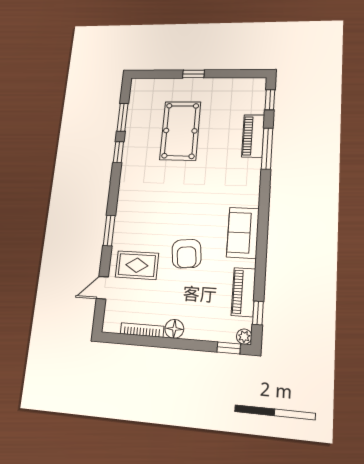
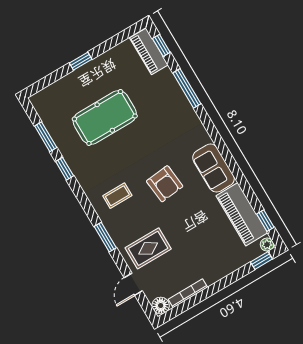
pool table: (180, 131) -> (105, 117), turned 90
piano: (253, 136) -> (149, 51), moved
coffee table: (144, 202) -> (117, 196), added
armchair: (187, 254) -> (165, 184), moved
piano: (244, 292) -> (242, 214), width x1.37, depth x1.33
floor lamp: (174, 329) -> (161, 306), moved

